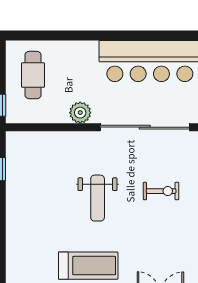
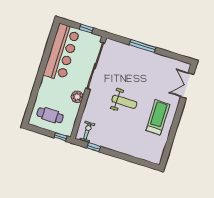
exercise bike: (161, 191) -> (87, 131), moved

